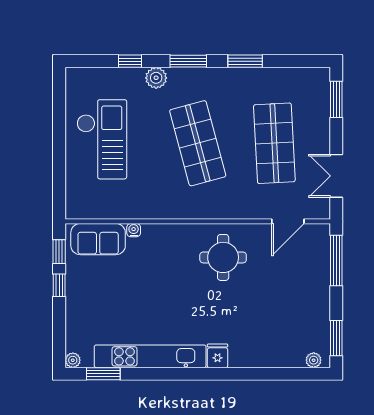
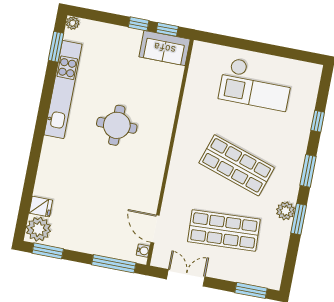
plant: (156, 78) -> (285, 211), moved
shop shelf: (198, 143) -> (237, 165), turned 33
water cooler: (134, 230) -> (143, 251), moved
sofa: (98, 239) -> (165, 48), moved, turned -90
round table: (223, 257) -> (117, 125), moved
fridge: (218, 356) -> (41, 207), moved
plant: (314, 360) -> (38, 229), width x1.88, depth x1.88

